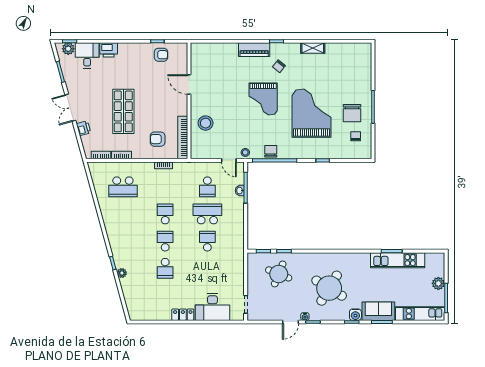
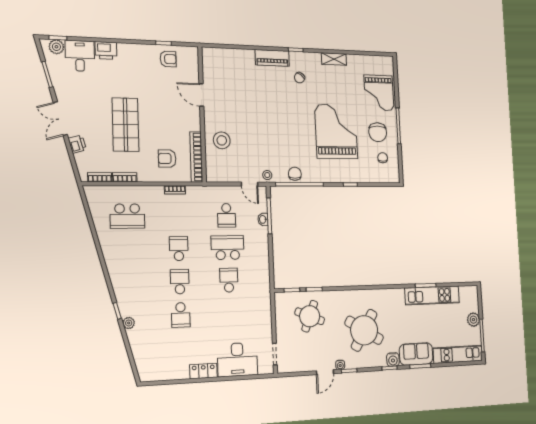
grand piano: (263, 99) -> (379, 93), moved

